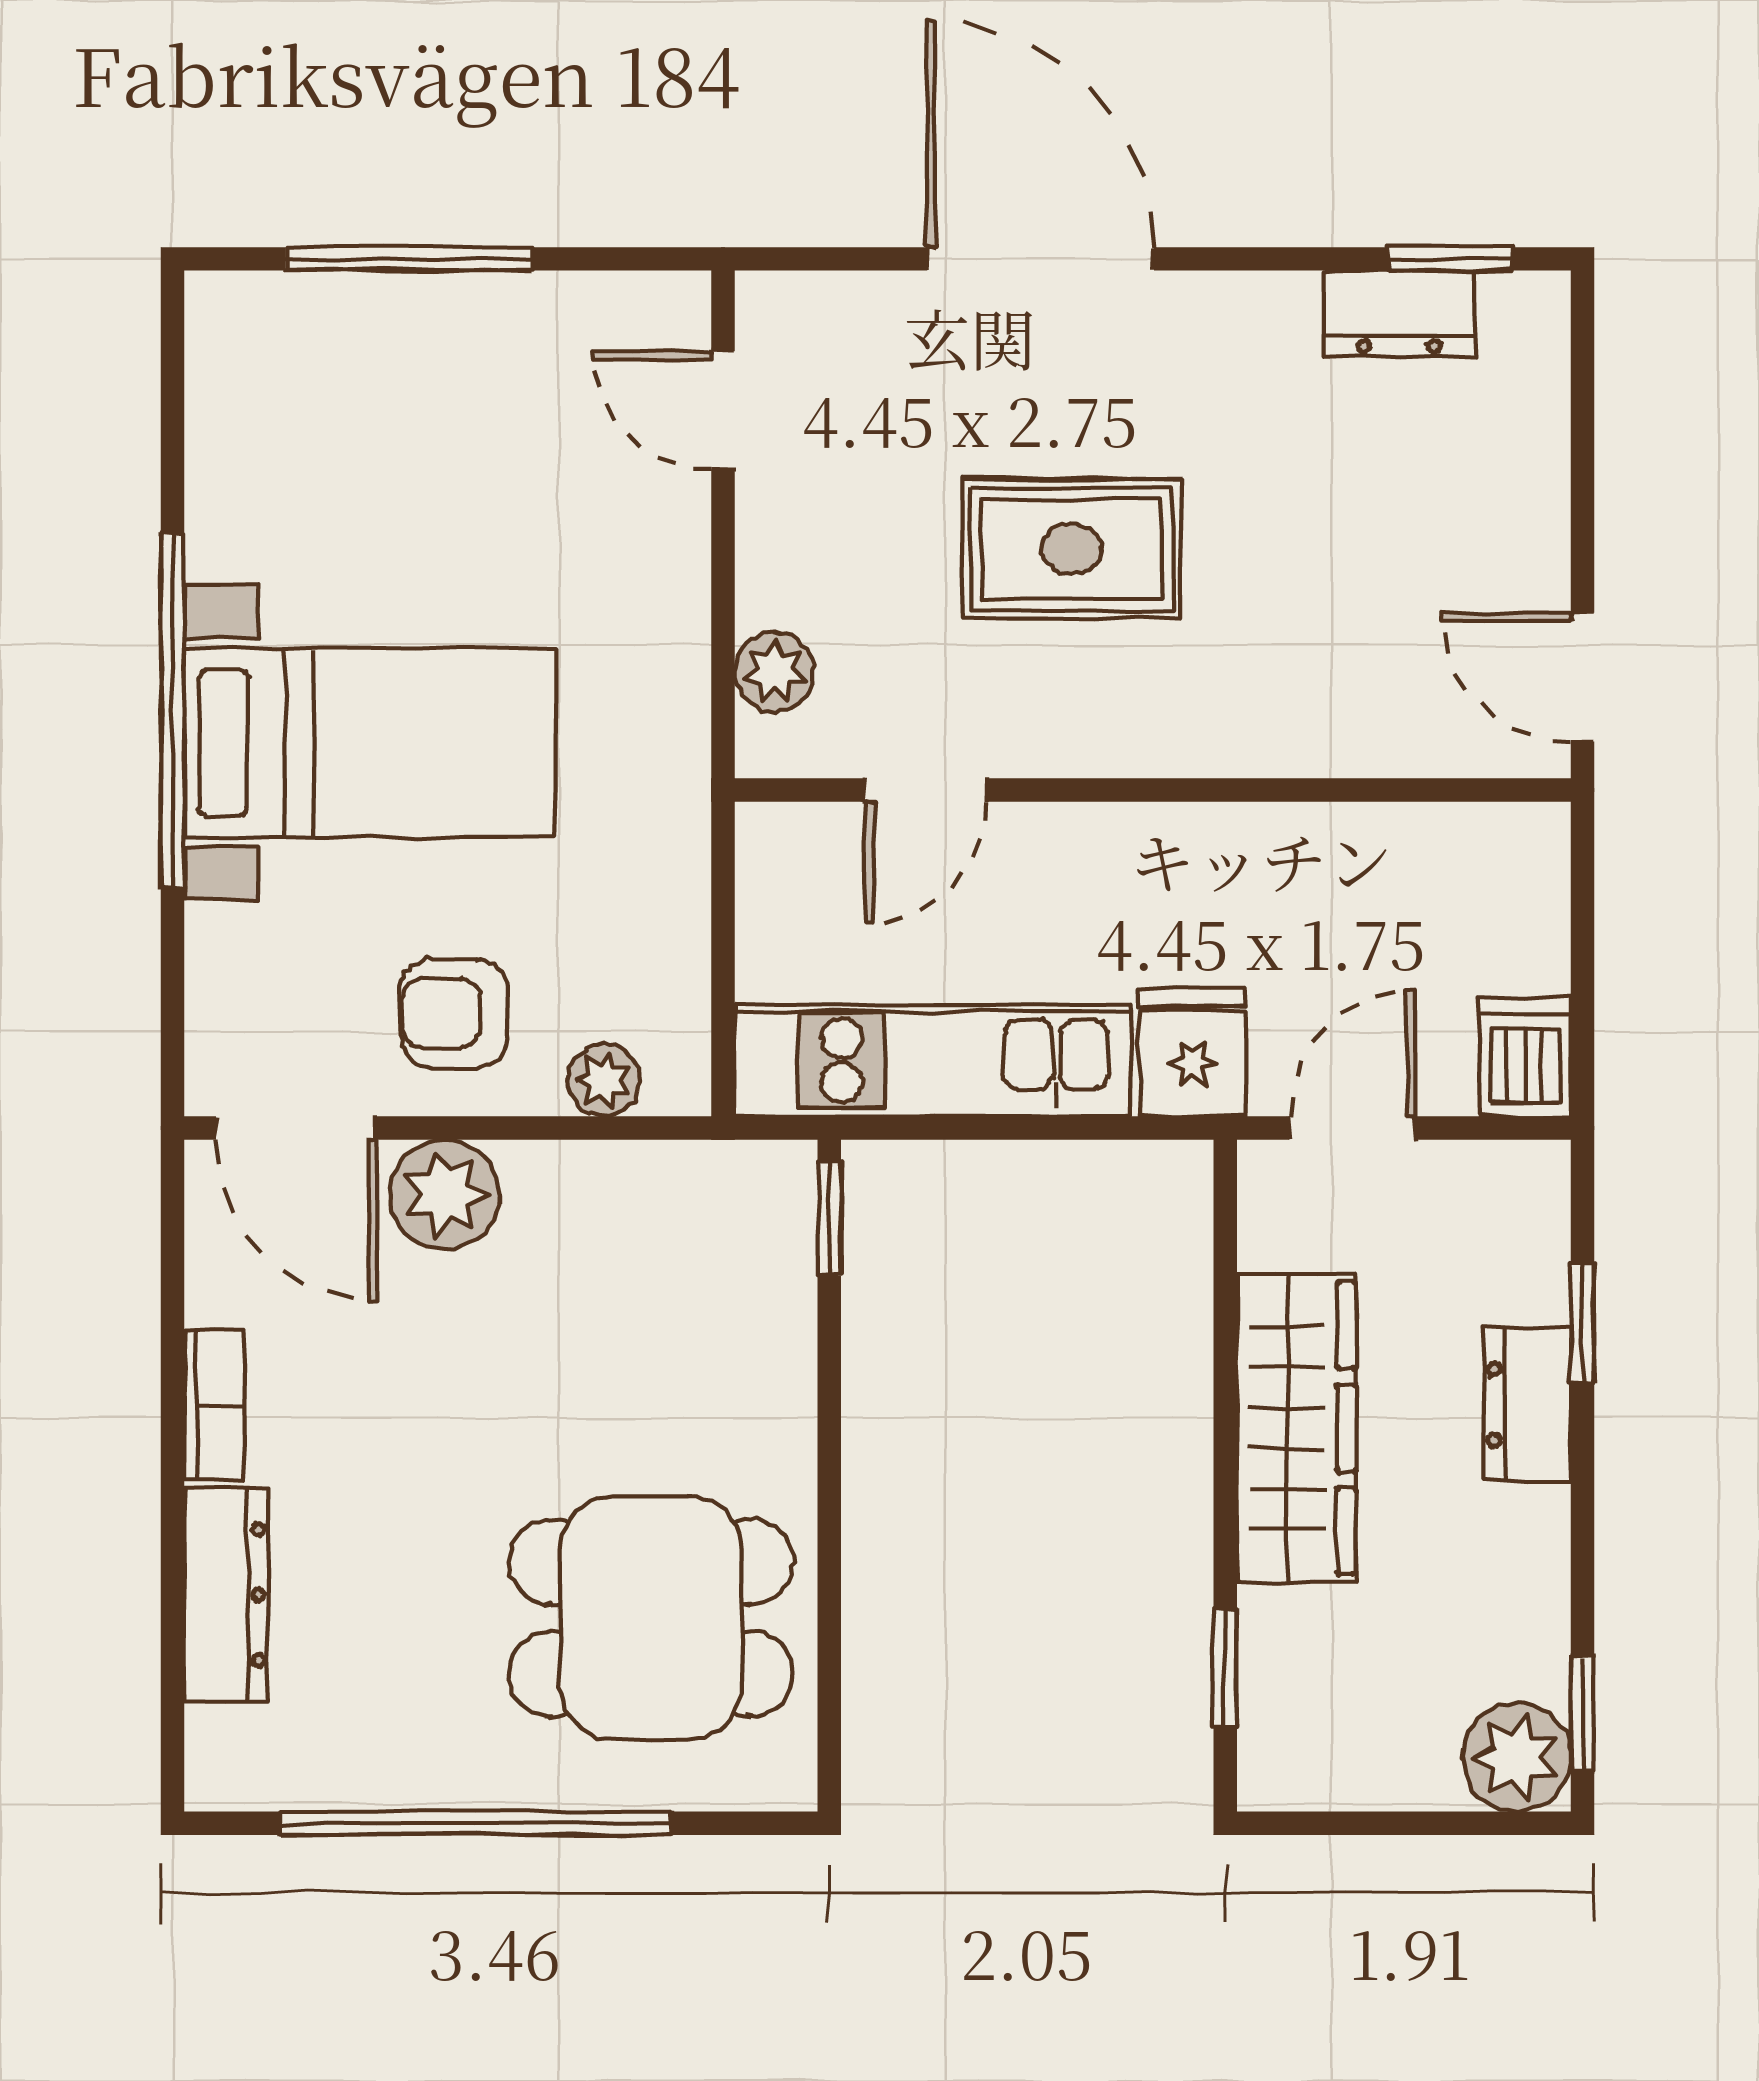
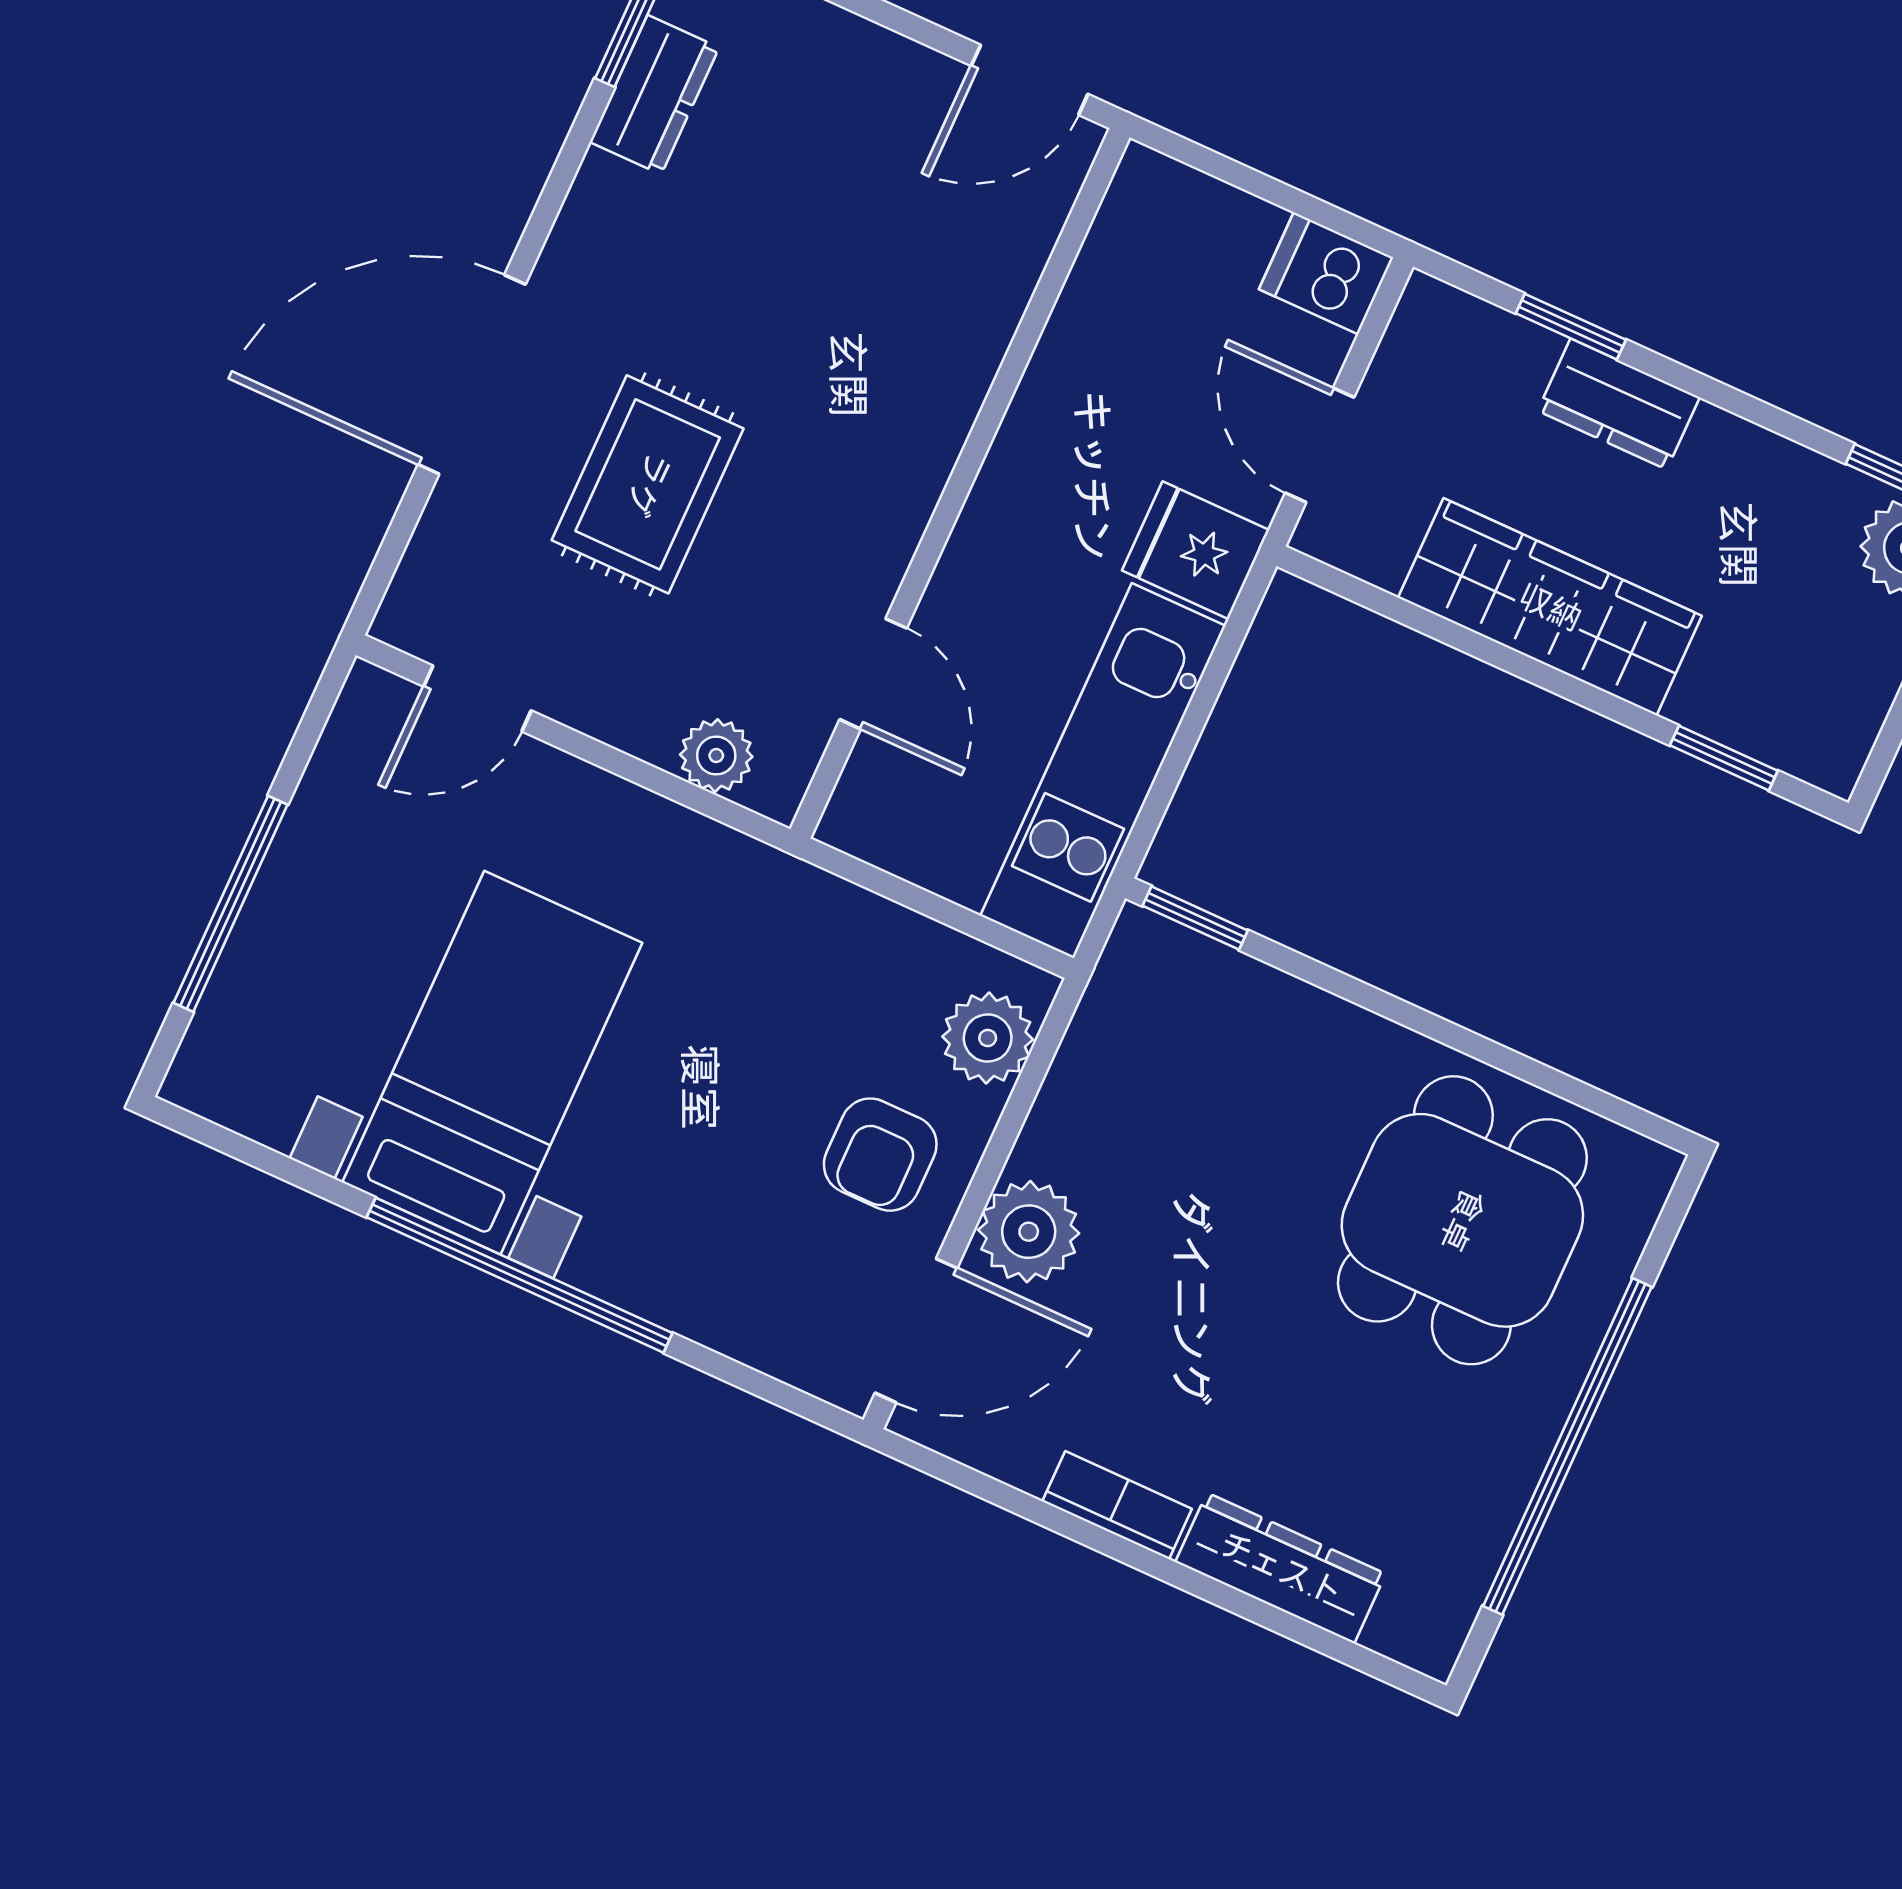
rug: (1072, 549) -> (648, 484), moved
bed with nightstands: (370, 743) -> (492, 1063), moved
plant: (604, 1080) -> (988, 1038), width x1.38, depth x1.38

